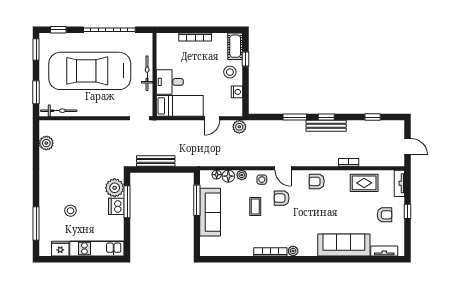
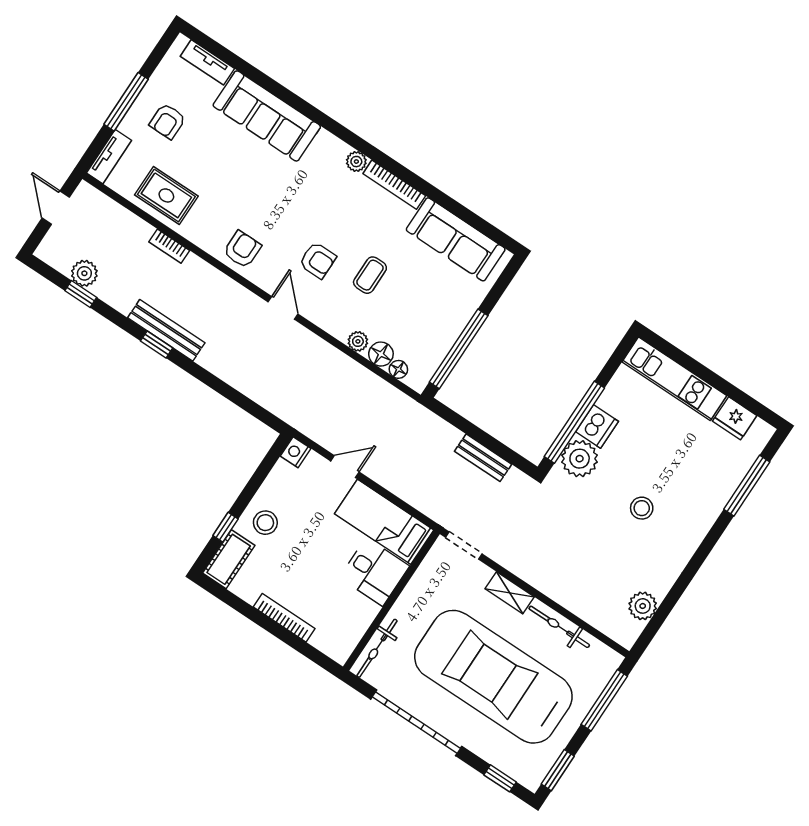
car: (90, 71) -> (493, 677), turned 180
bicycle: (147, 73) -> (377, 648), moved
window: (36, 92) -> (604, 700), width x1.44
nightstand: (237, 92) -> (296, 452), moved
bicycle: (59, 111) -> (559, 627), moved
shelving: (106, 111) -> (510, 593), added
window: (295, 117) -> (208, 379), removed
plant: (239, 127) -> (84, 273), moved
bench: (156, 161) -> (483, 458), width x0.73
side table: (262, 180) -> (330, 312), removed
armchair: (317, 181) -> (242, 249), turned -90
window: (197, 200) -> (459, 349), width x1.46
window: (127, 202) -> (574, 422), width x1.46
stool: (70, 211) -> (642, 508), moved
window: (408, 211) -> (126, 102), width x2.17
sofa: (210, 212) -> (456, 239), moved, turned -90
armchair: (385, 215) -> (168, 121), turned -90

